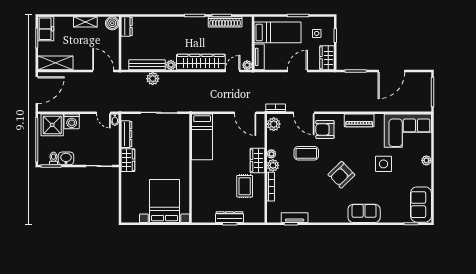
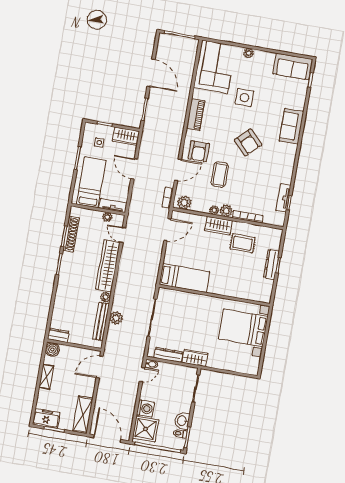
plant: (247, 65) -> (107, 217), moved

